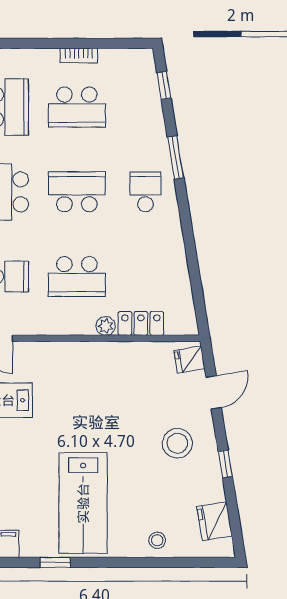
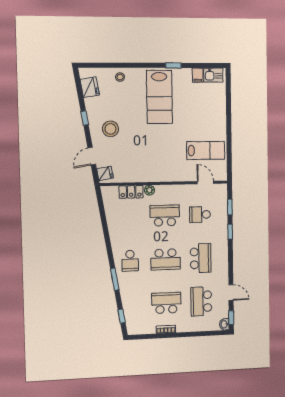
lab bench: (83, 503) -> (159, 97), turned 180

